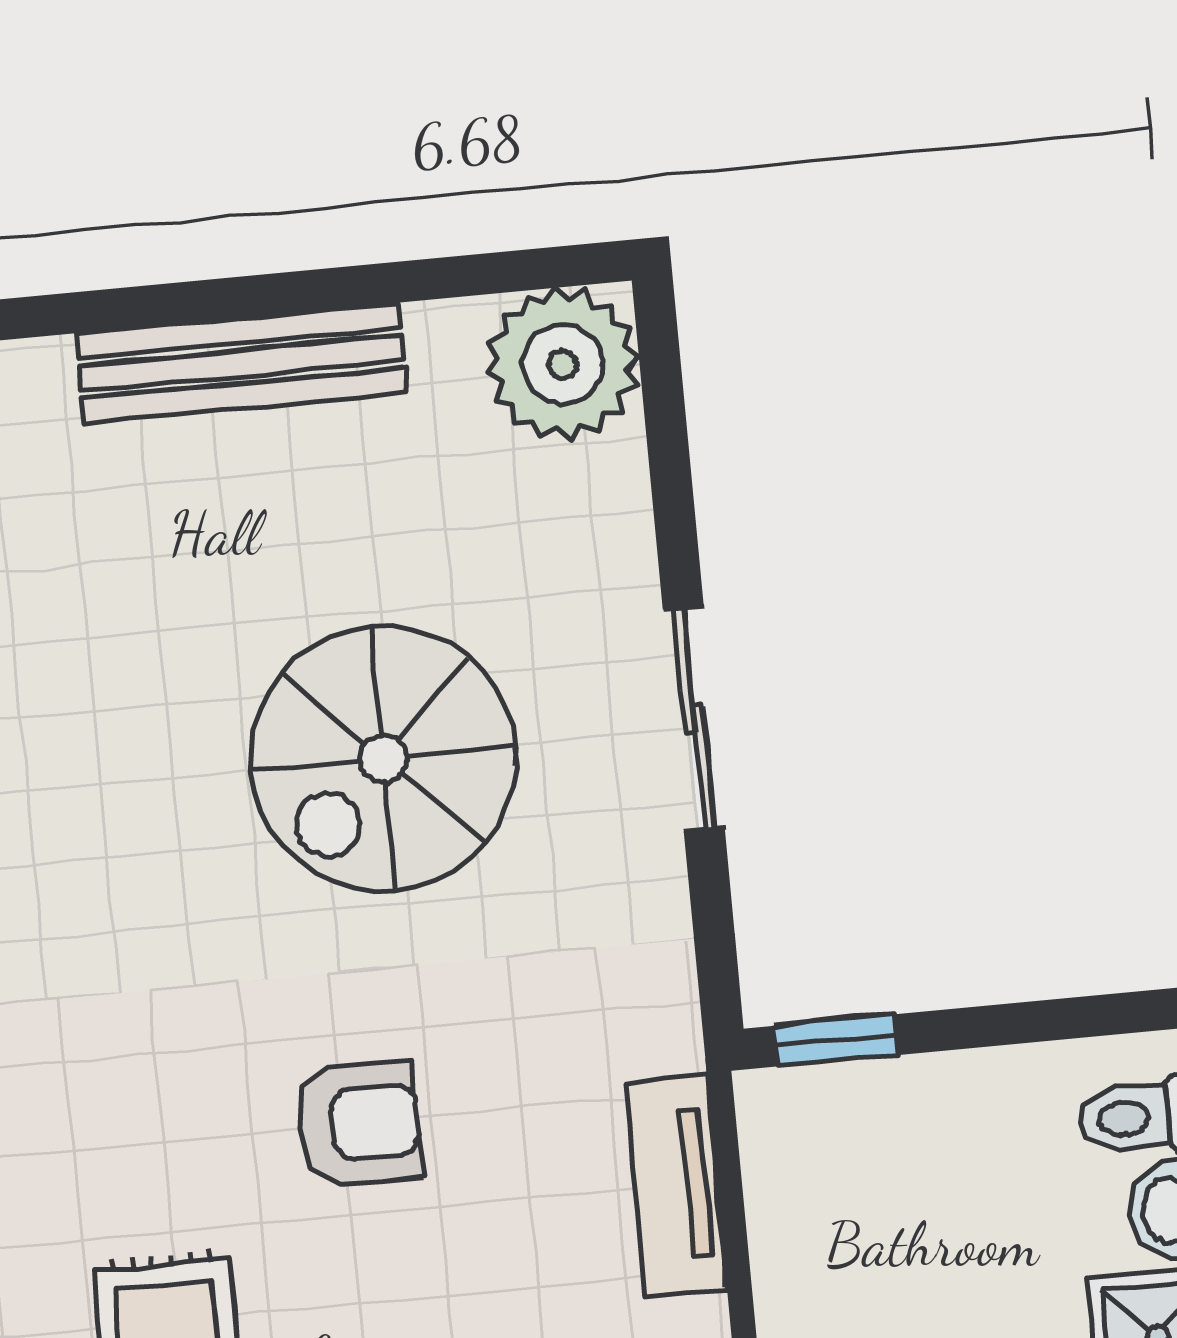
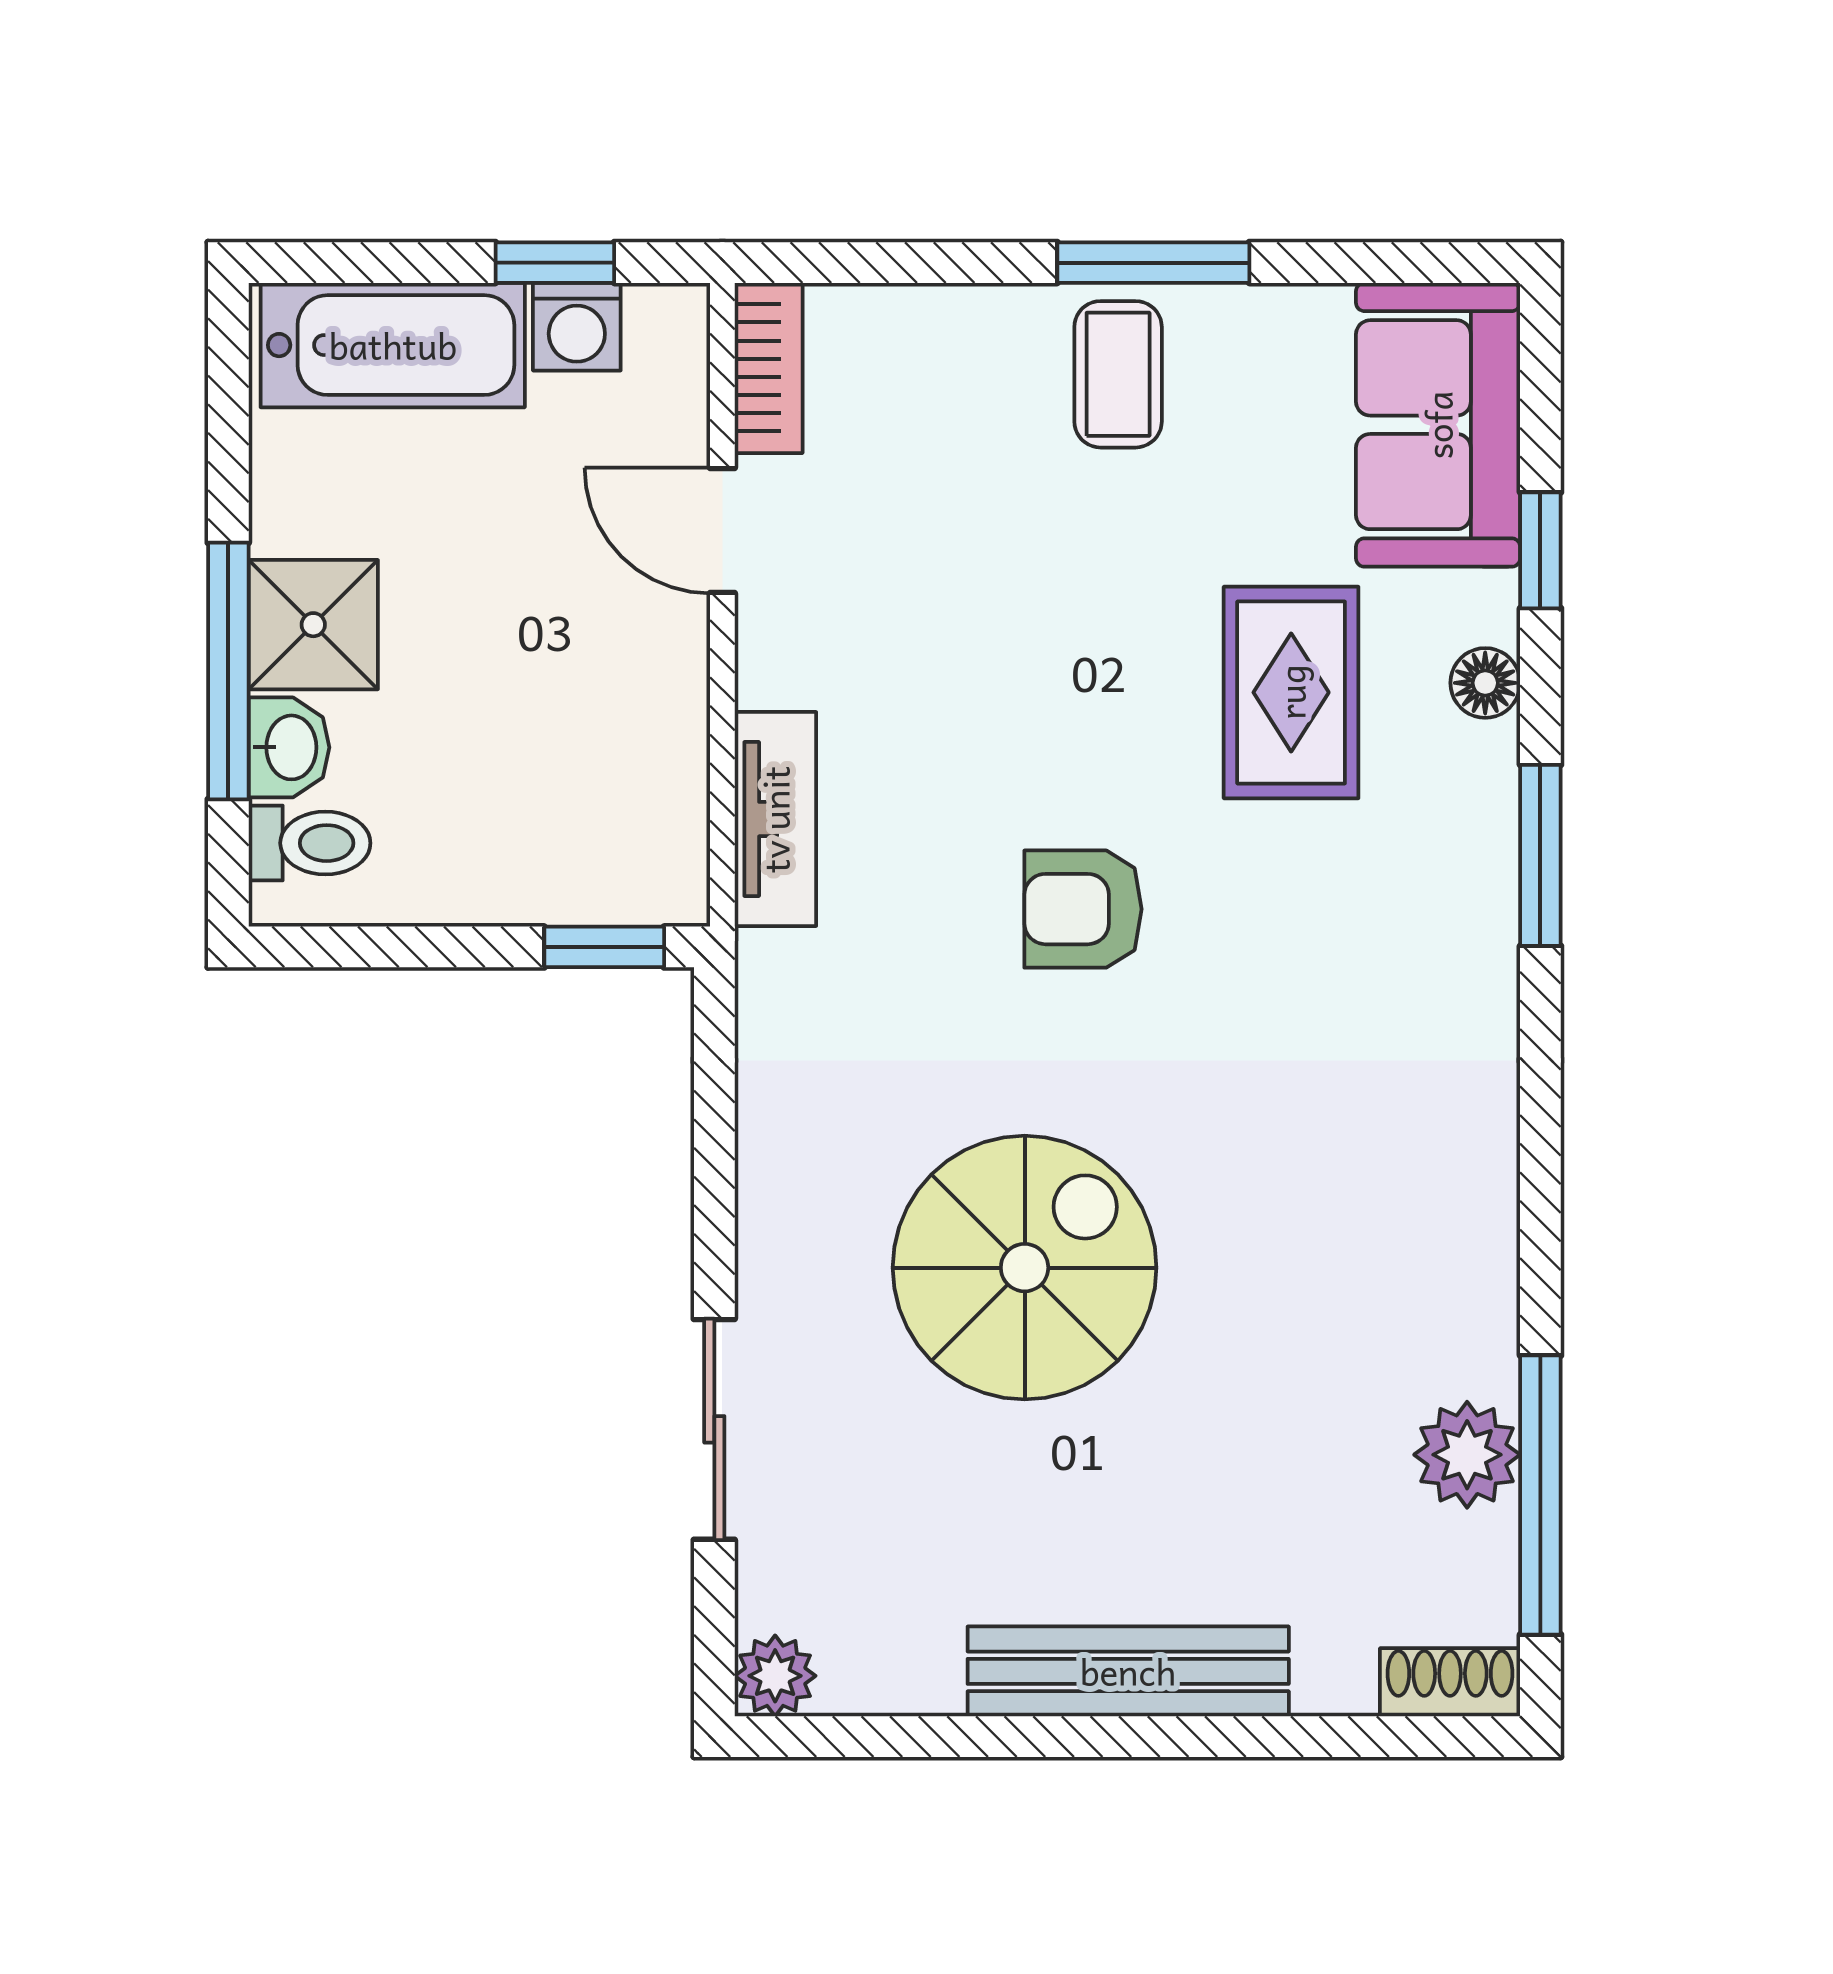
plant: (563, 364) -> (775, 1676), width x0.53, depth x0.53
sliding door: (694, 719) -> (714, 1429), moved

